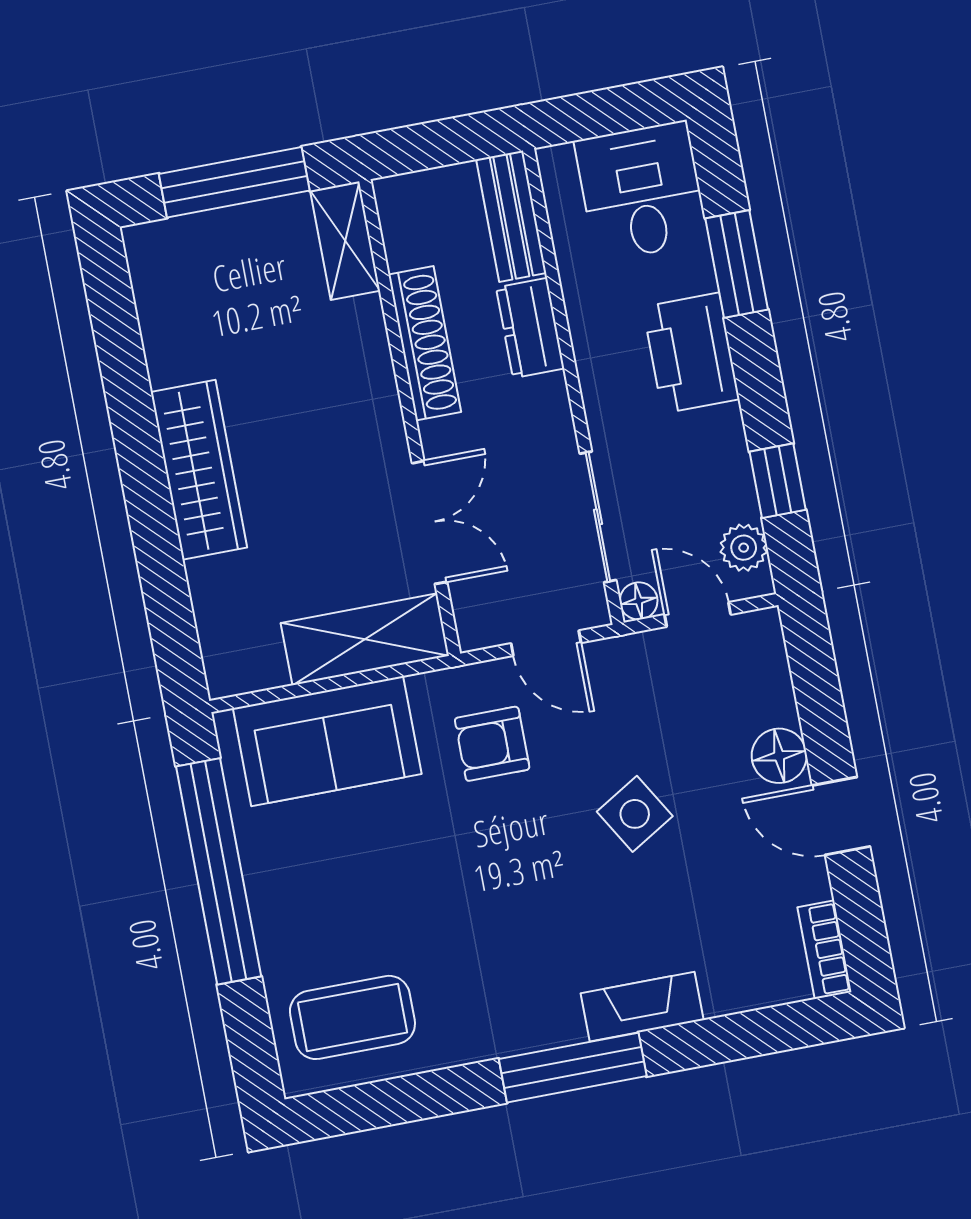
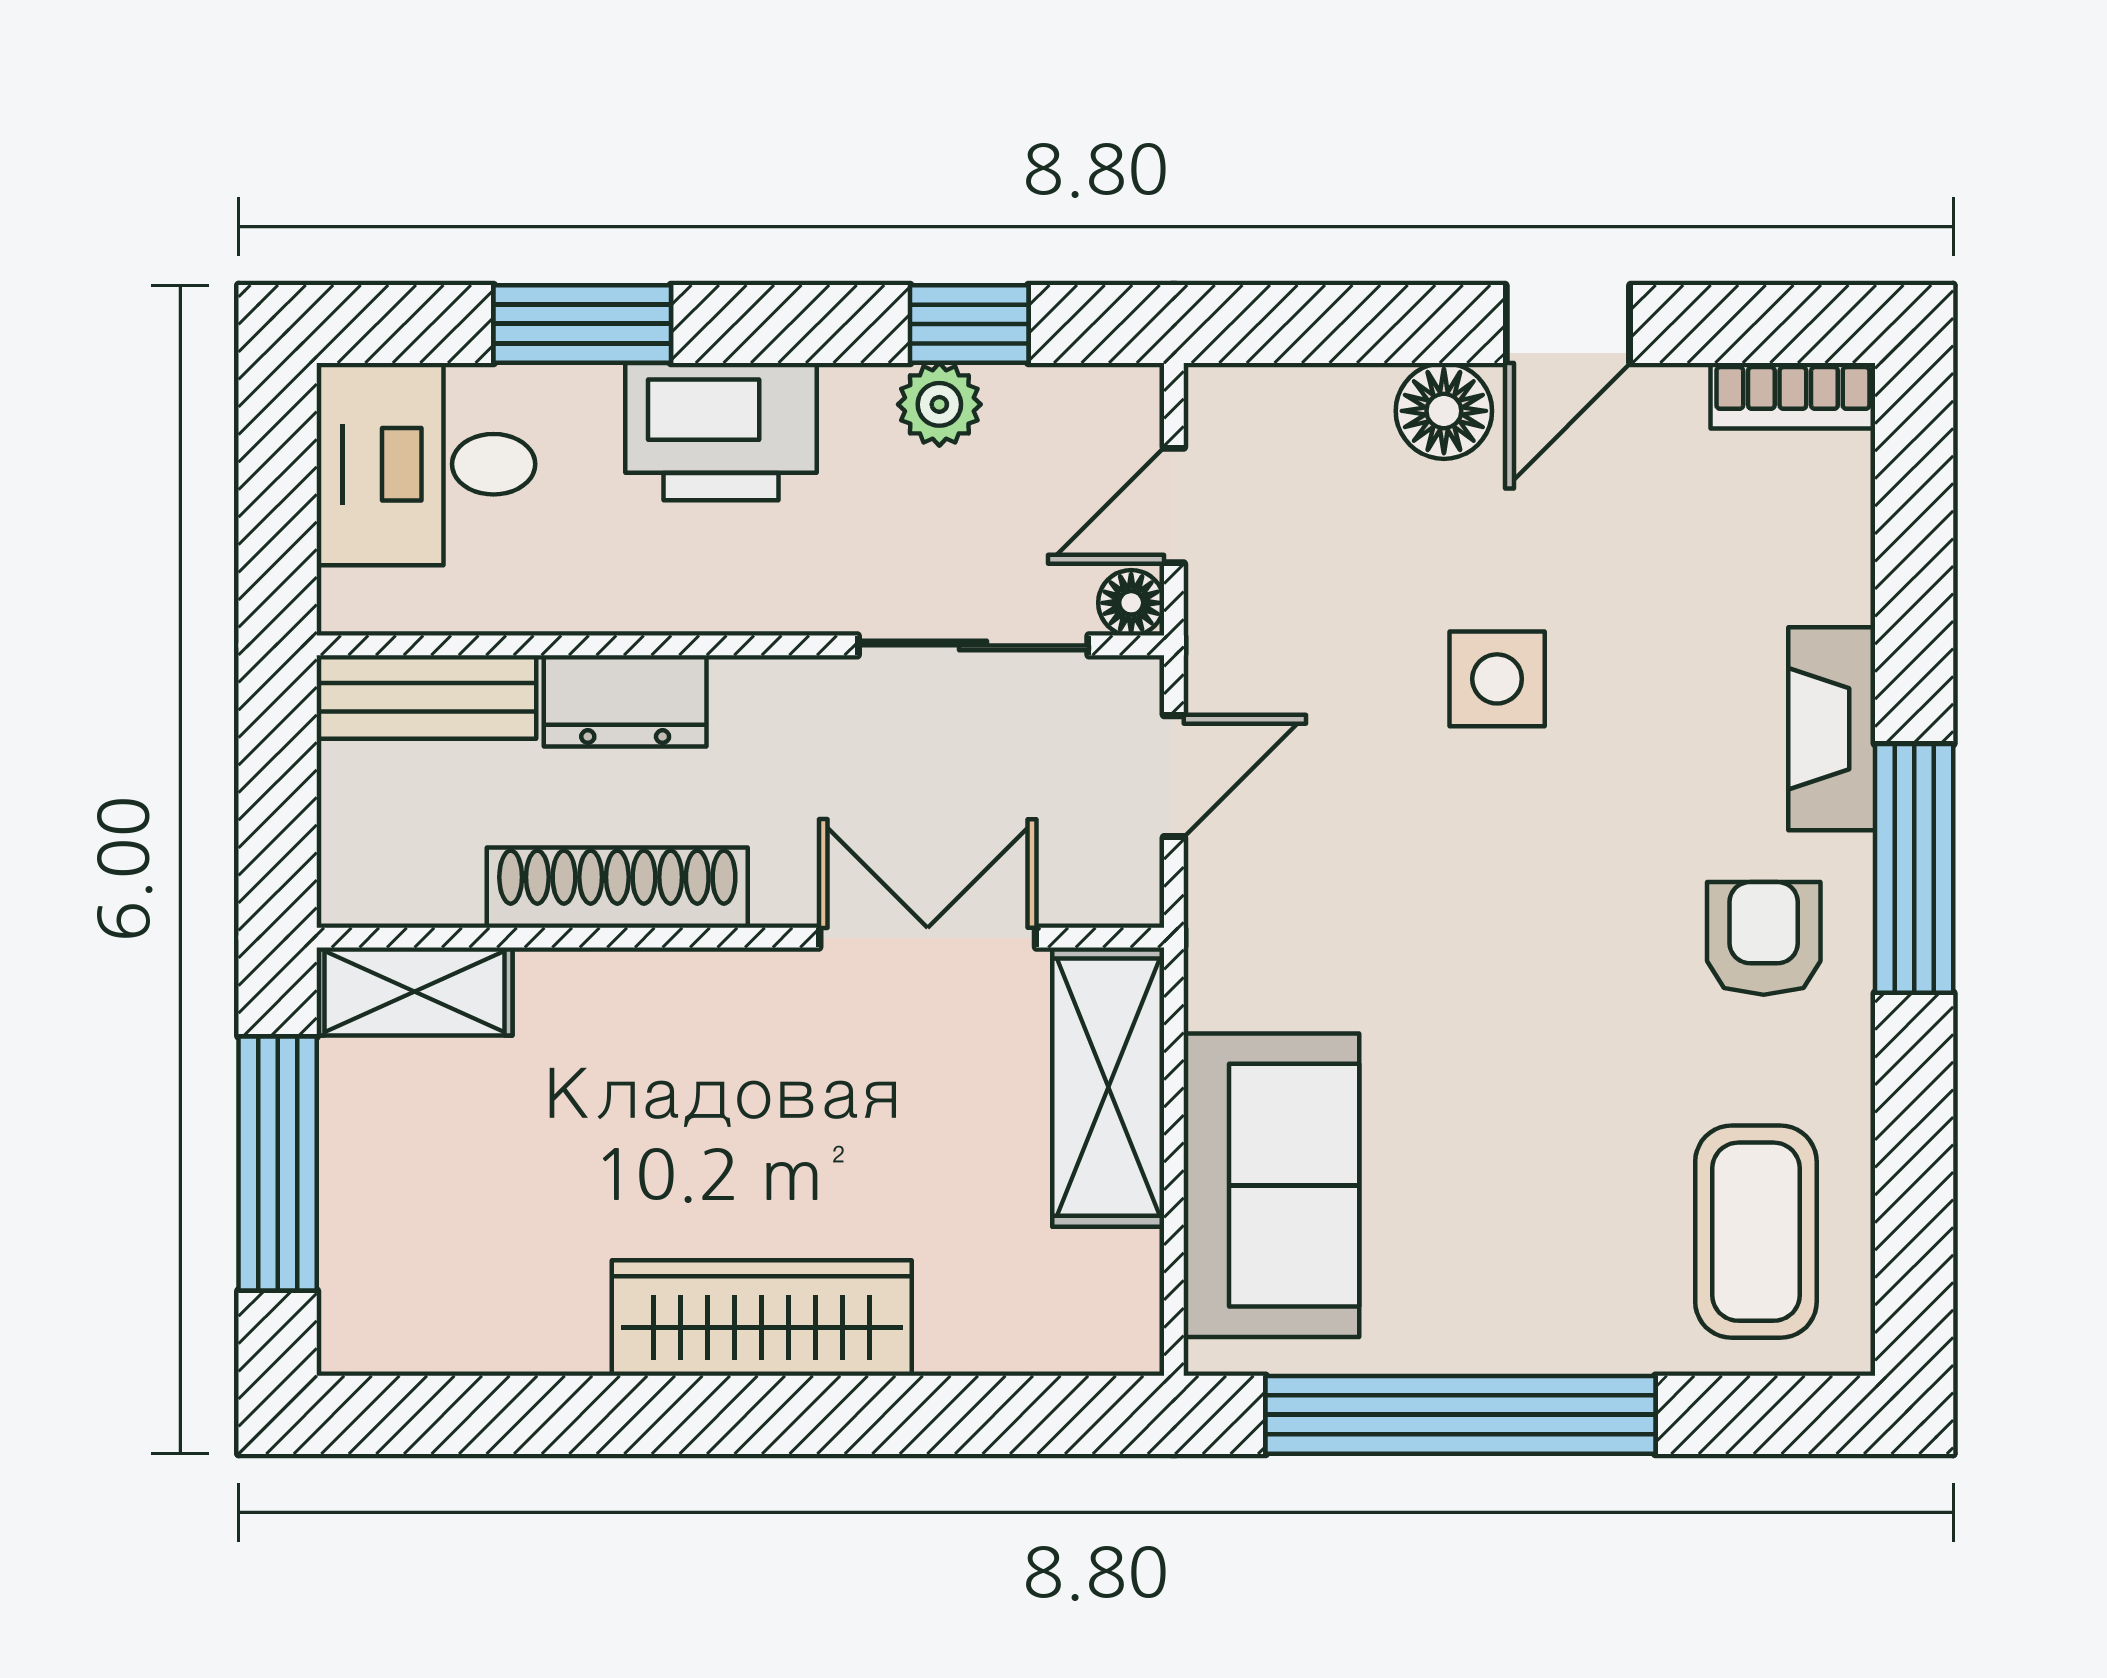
plant: (744, 548) -> (939, 404), moved
armchair: (492, 744) -> (1764, 938), moved, turned 180
side table: (635, 814) -> (1497, 679), turned 31

